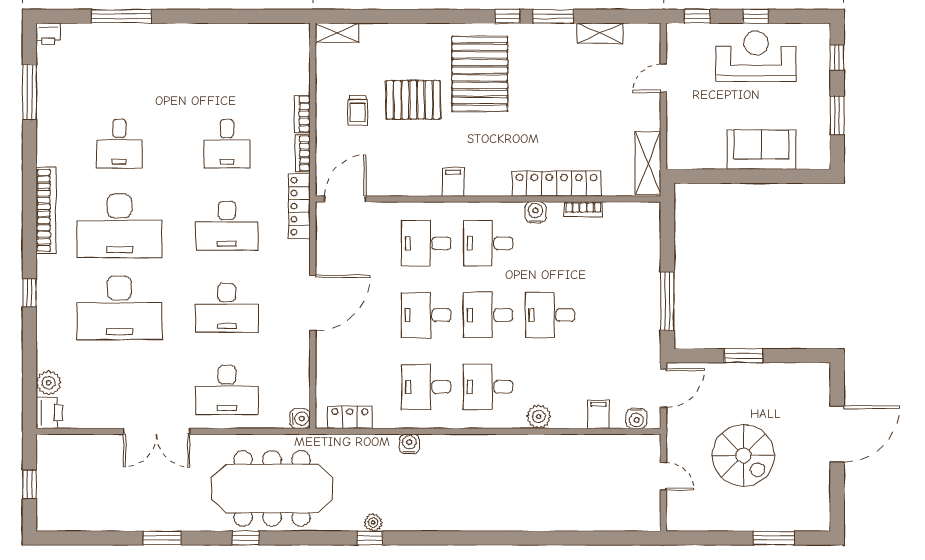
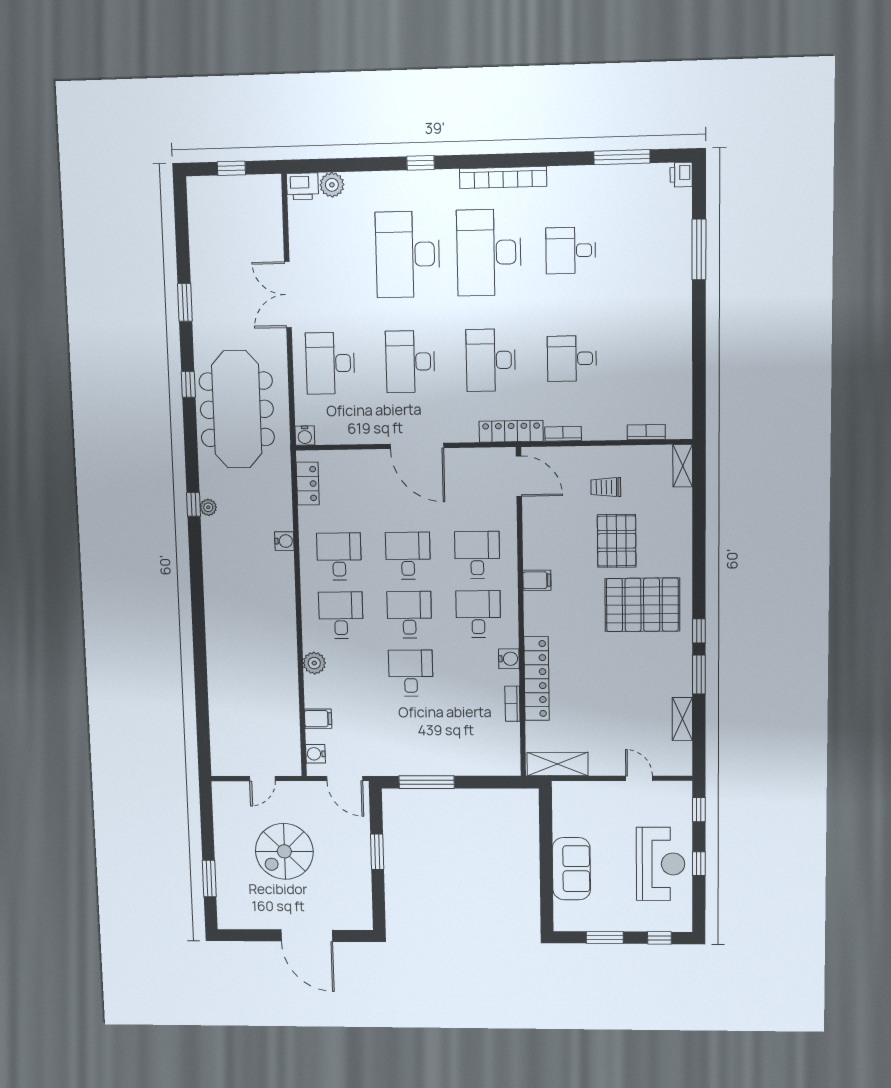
bookcase: (302, 114) -> (646, 432), moved

